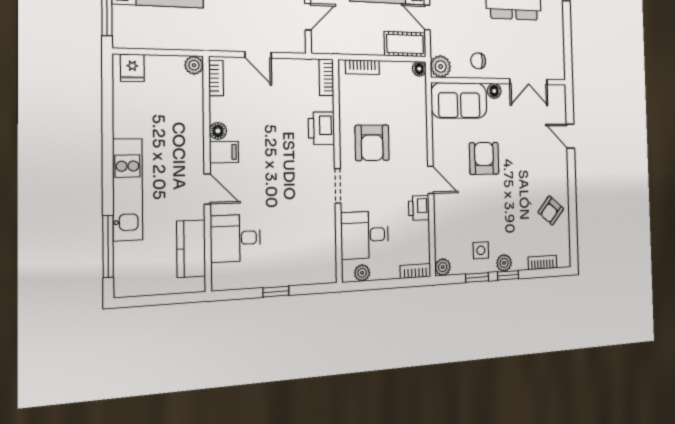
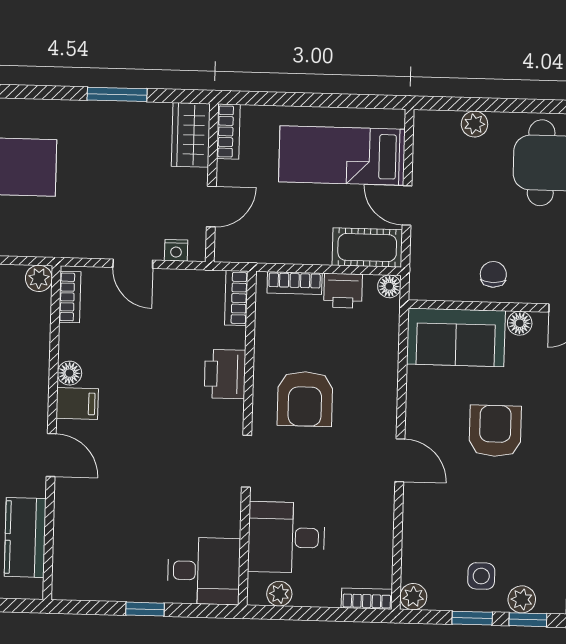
nightstand: (286, 46) -> (176, 250), added
chair: (478, 61) -> (493, 274), turned 90
plant: (441, 66) -> (426, 283), removed
printer: (419, 208) -> (343, 291), moved, turned -90
desk: (236, 238) -> (204, 571), moved, turned 180

